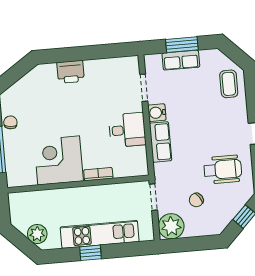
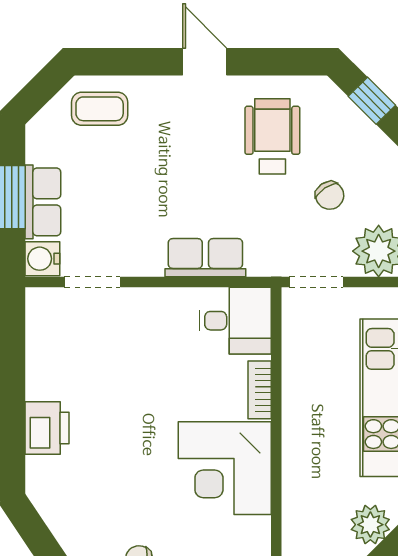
water cooler: (157, 113) -> (42, 259), moved, turned 90
desk: (127, 130) -> (235, 321), moved, turned 90

